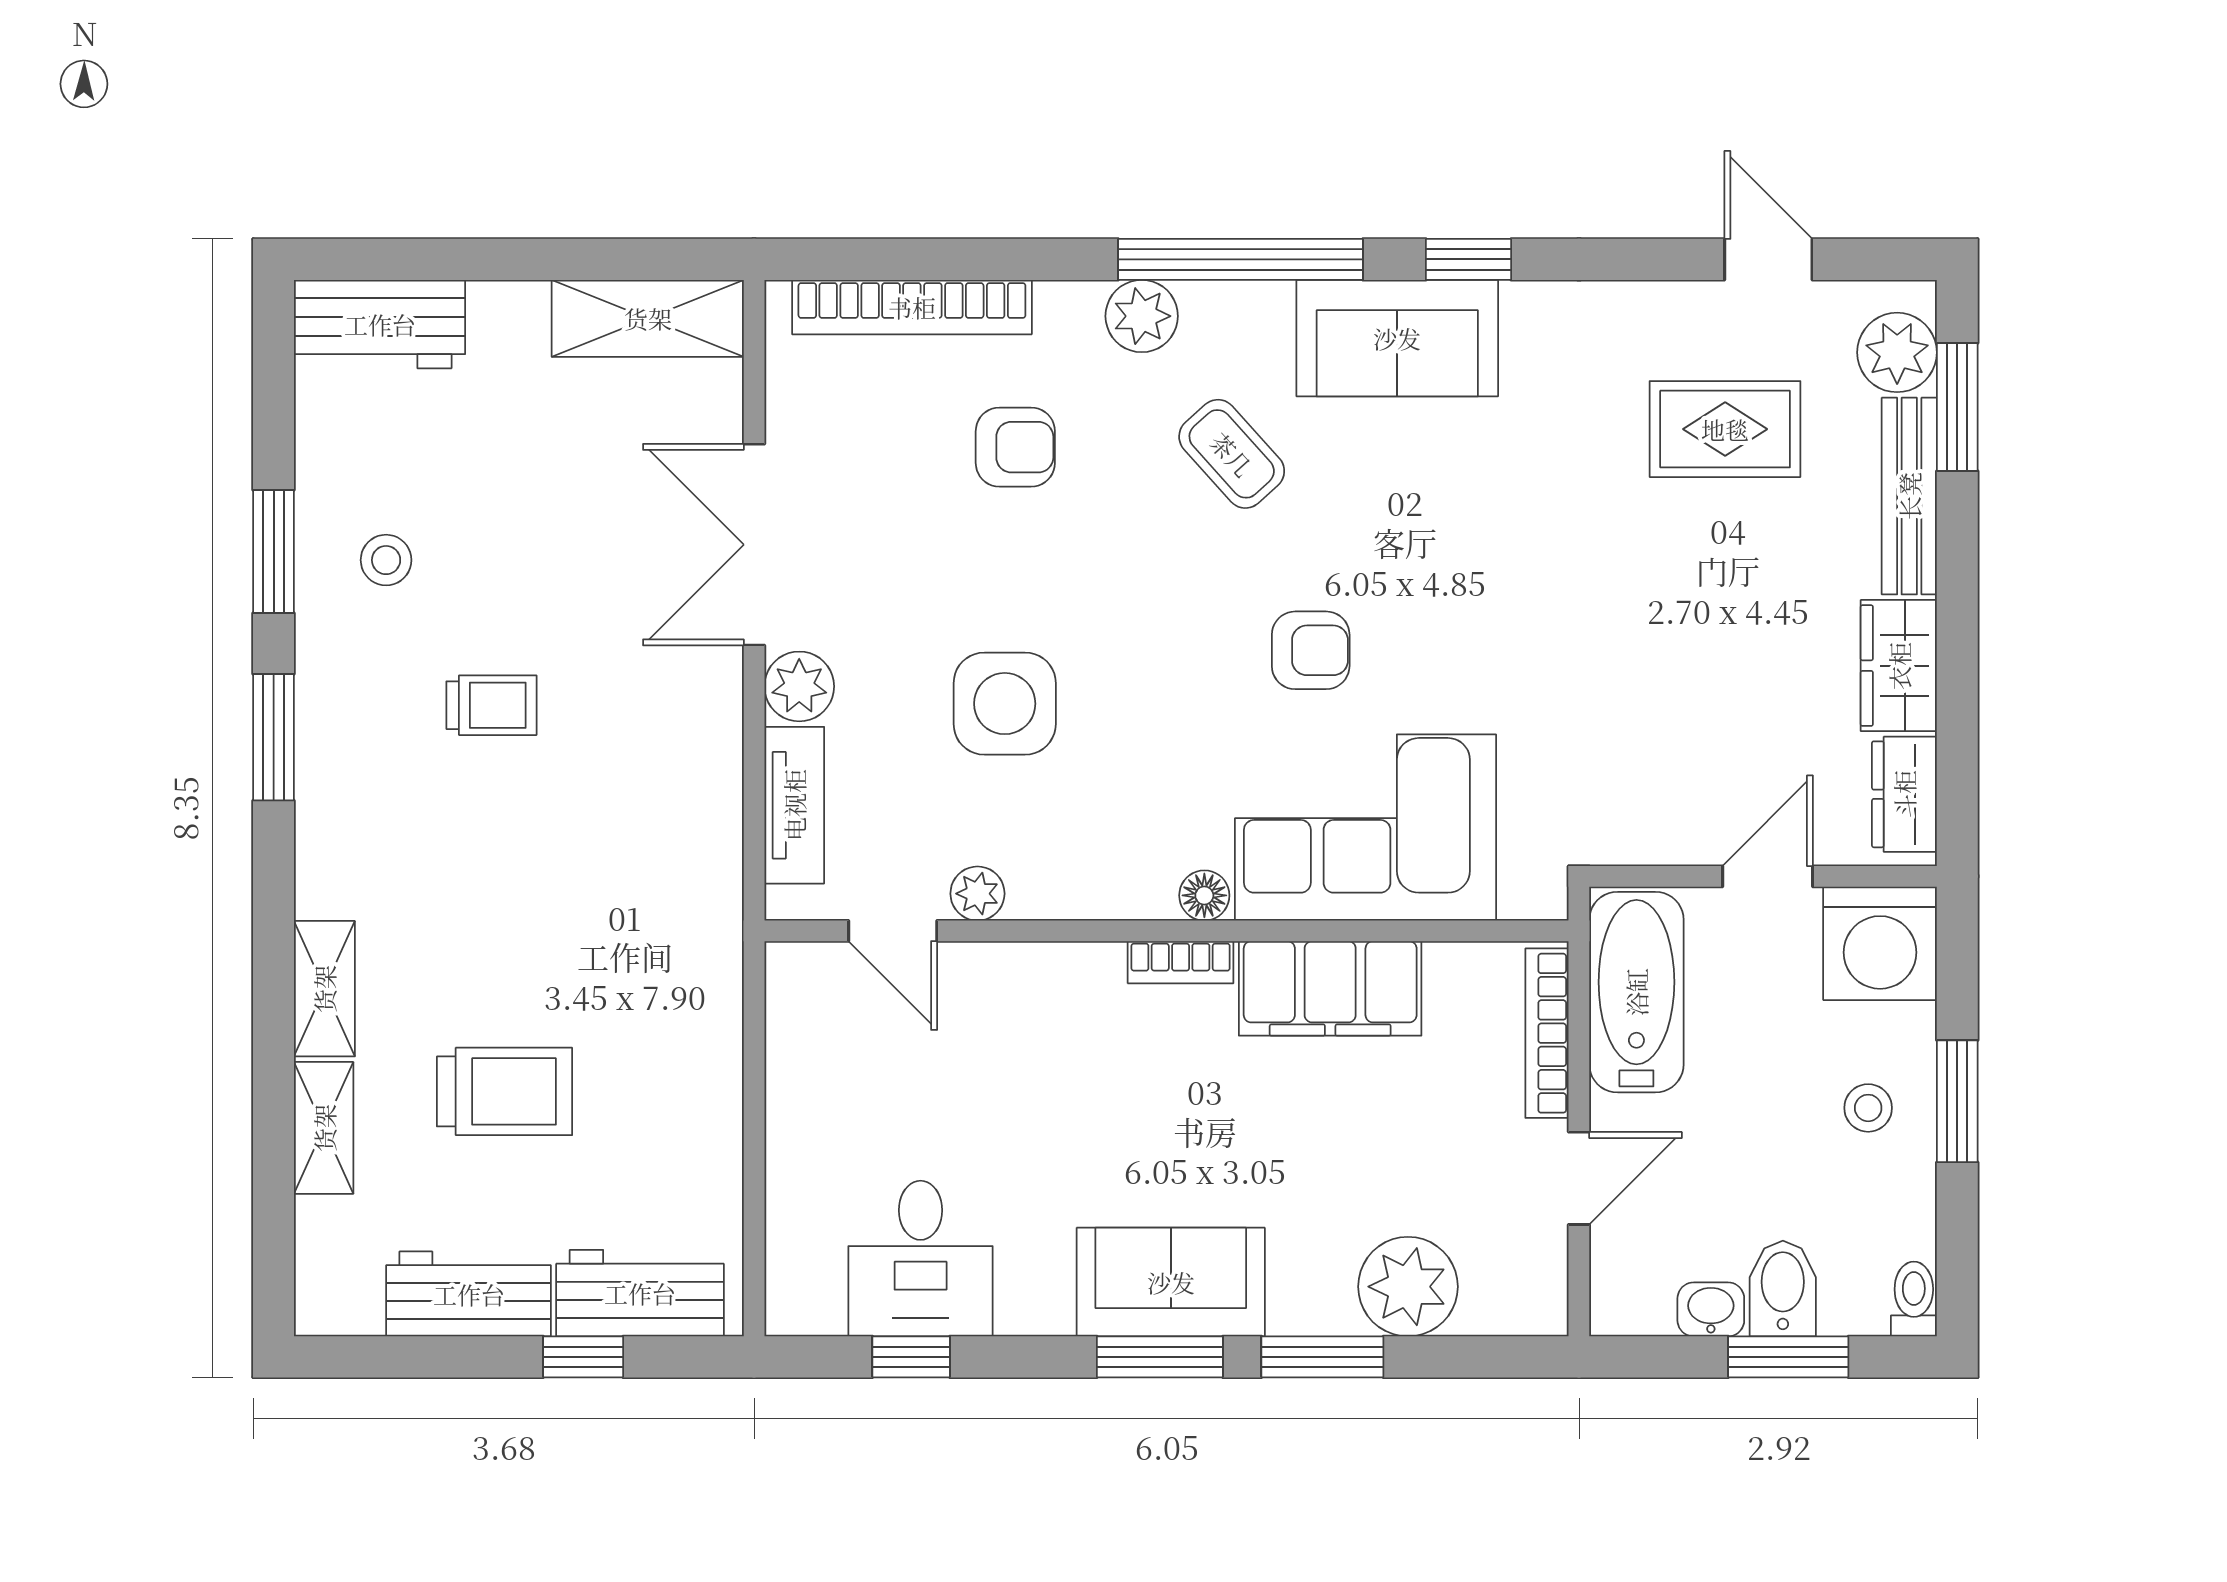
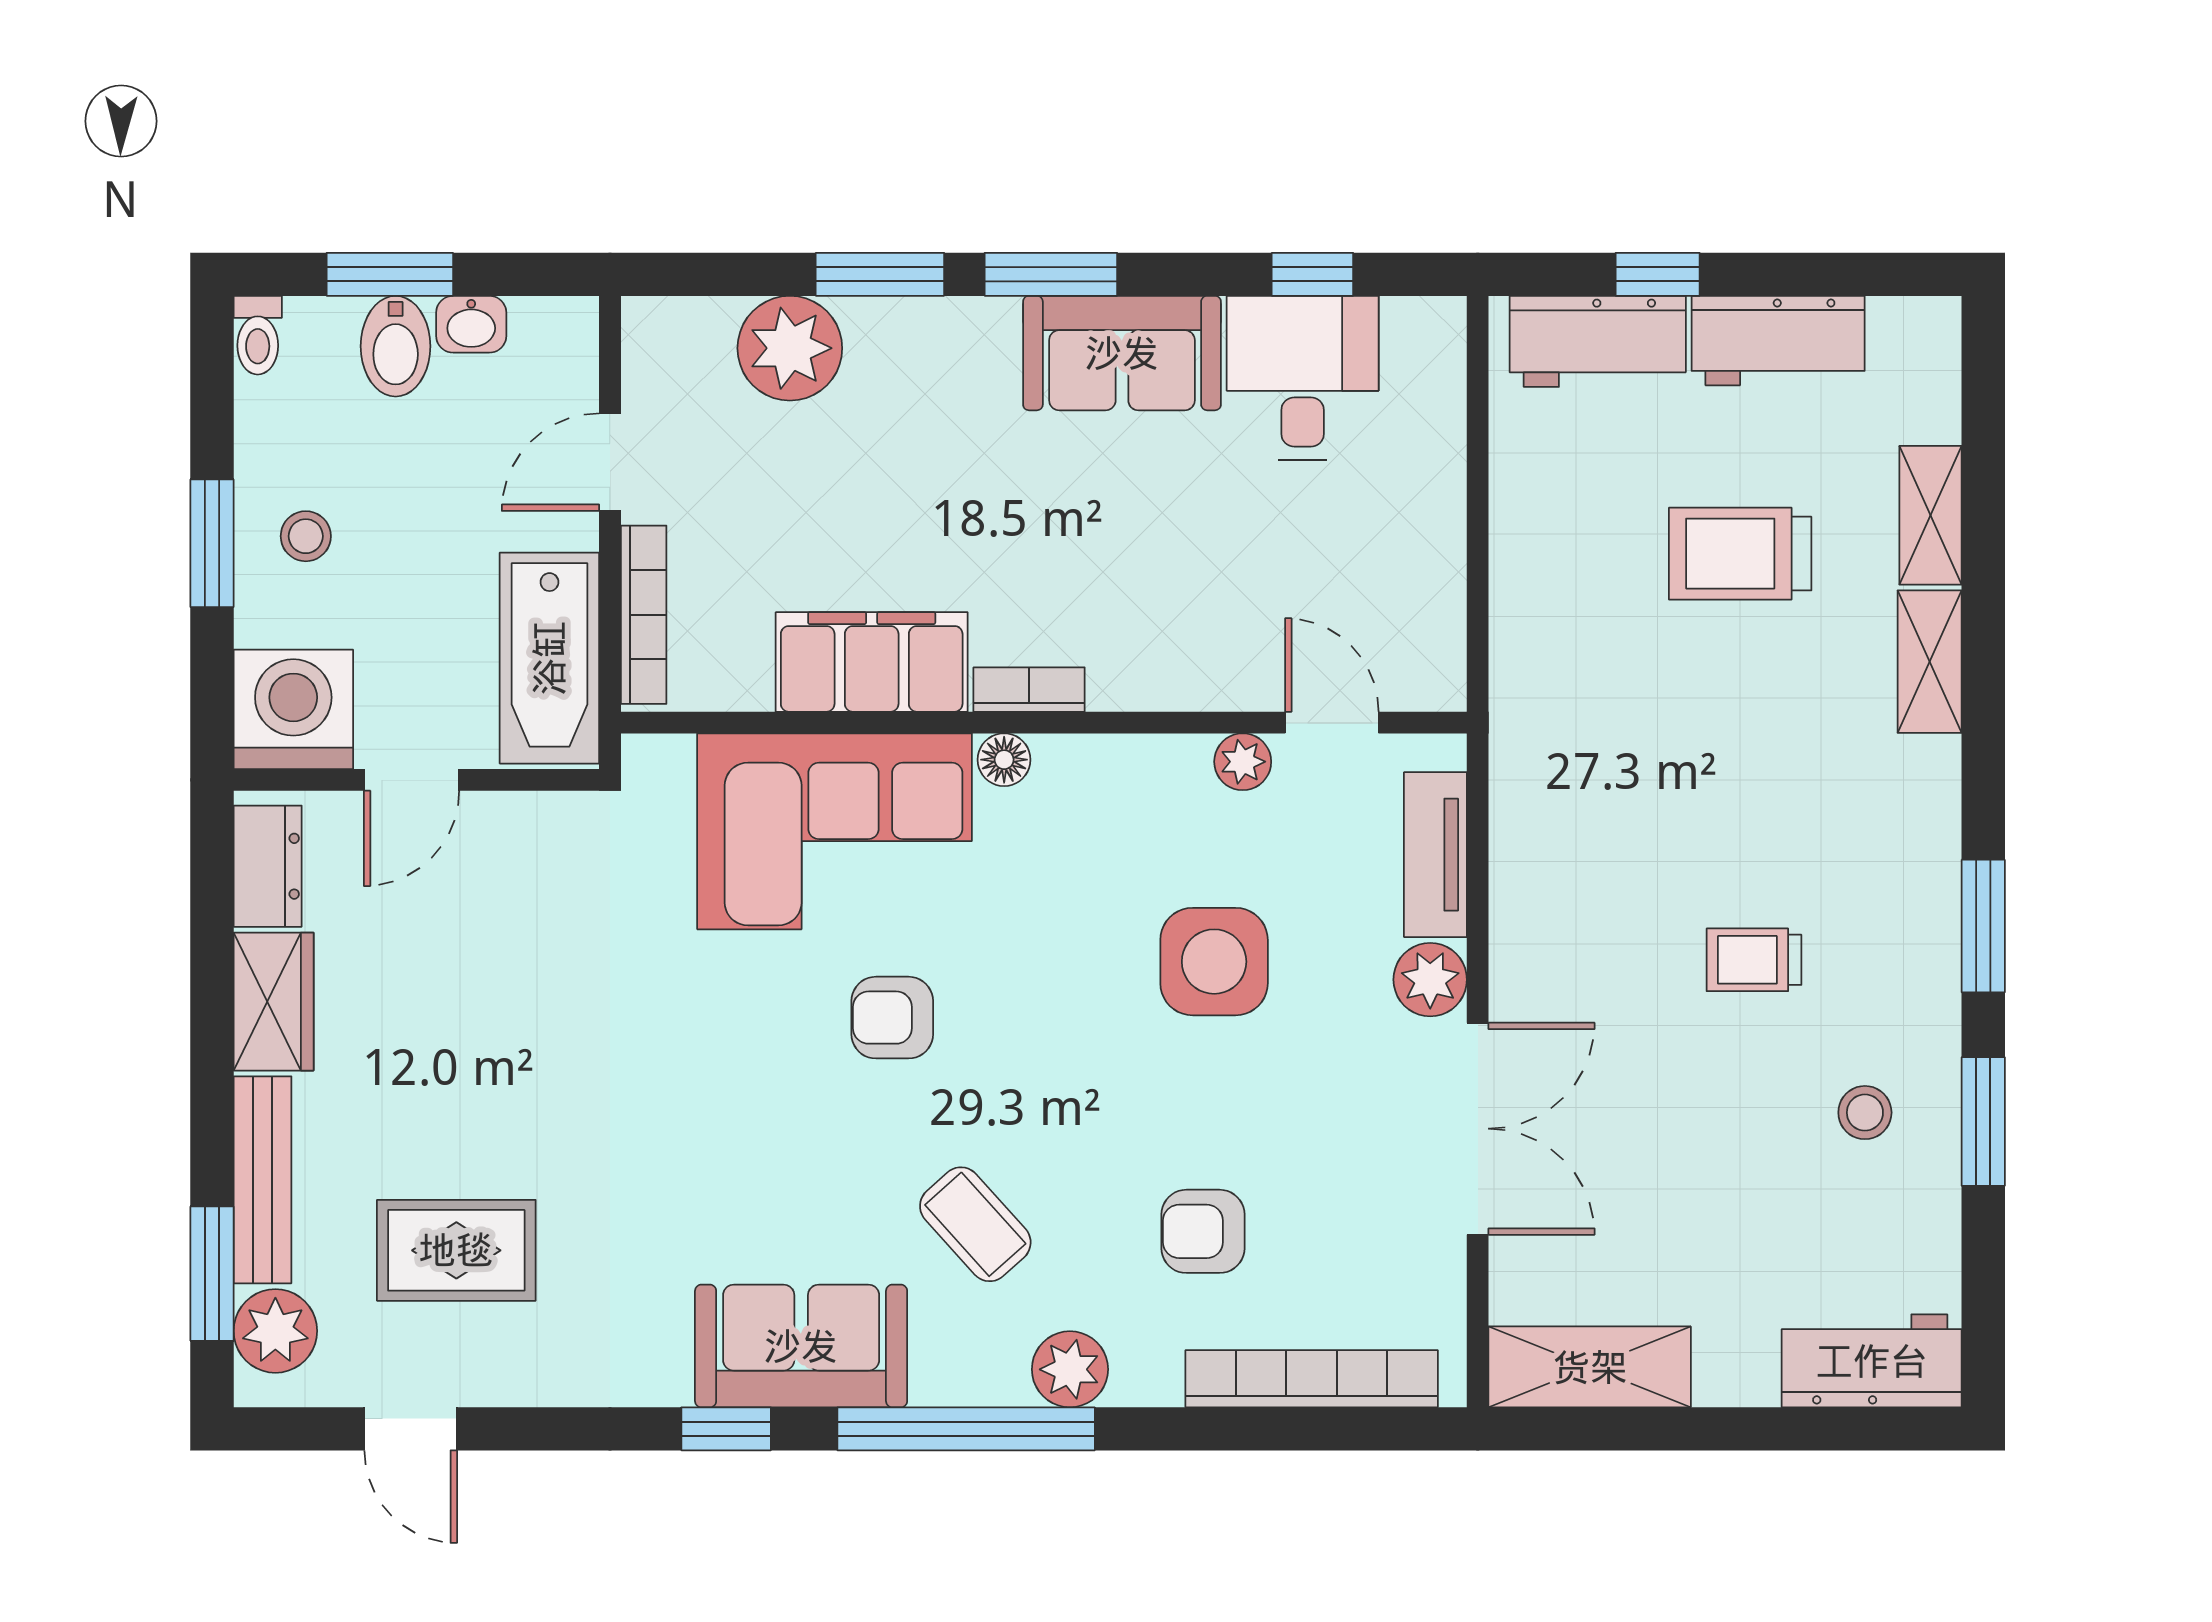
sofa: (1171, 1282) -> (1122, 353), moved

